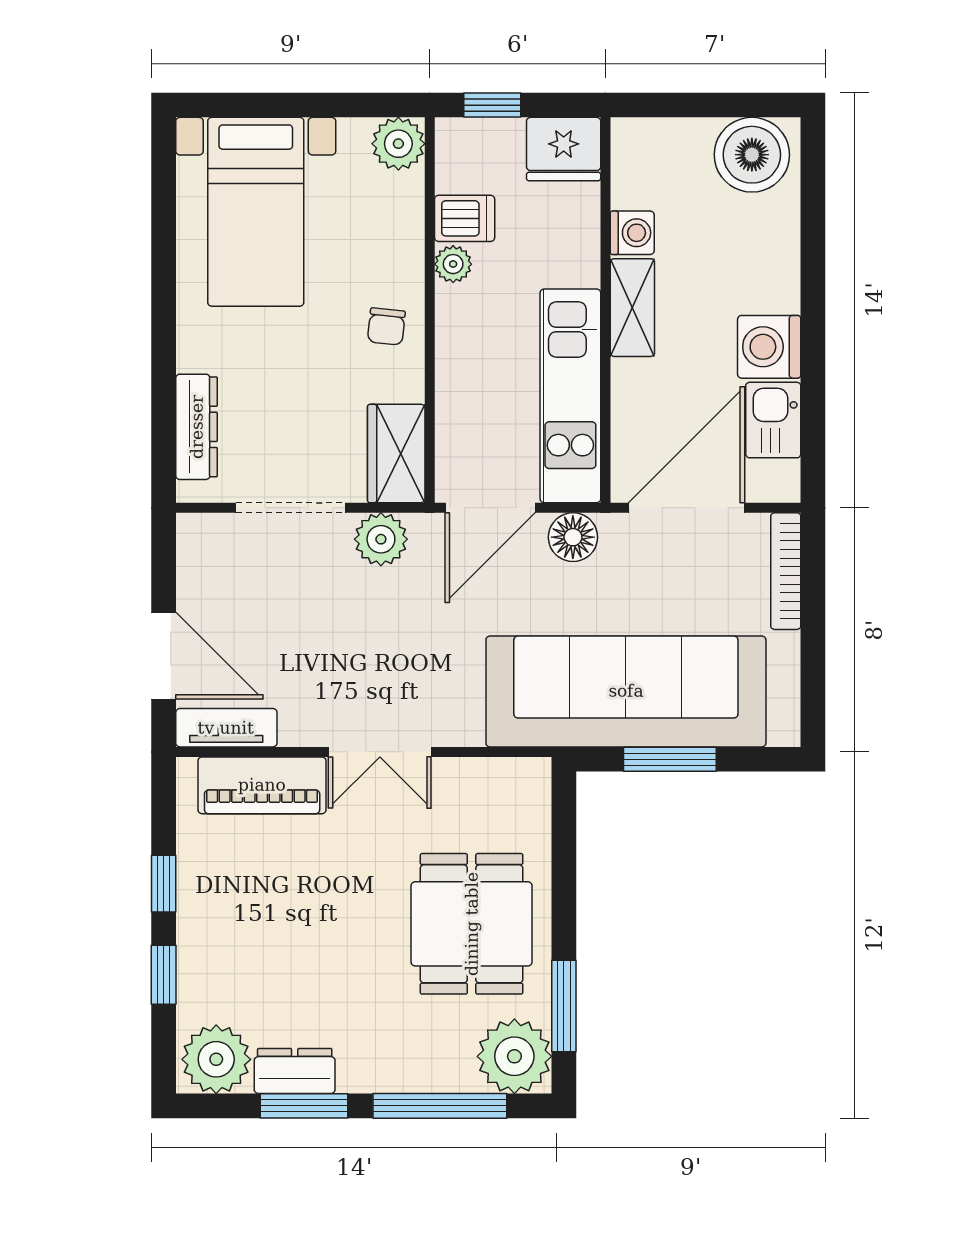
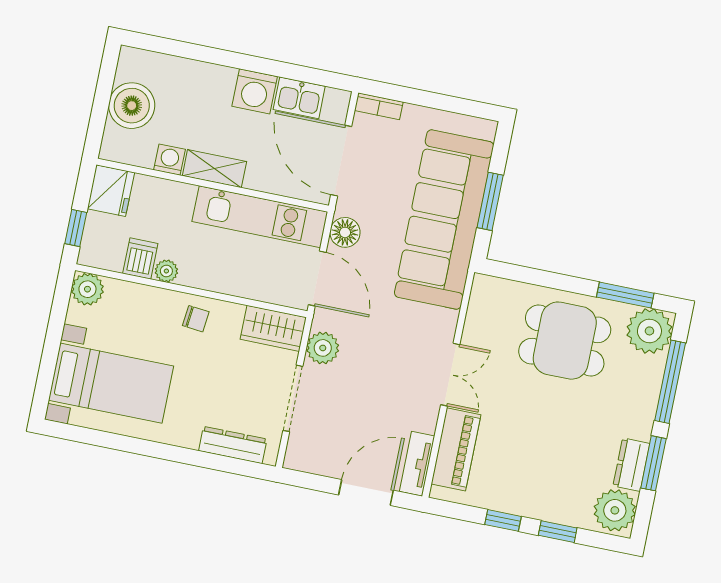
boiler: (752, 155) -> (132, 106), moved
bookcase: (786, 571) -> (379, 106), width x0.64

